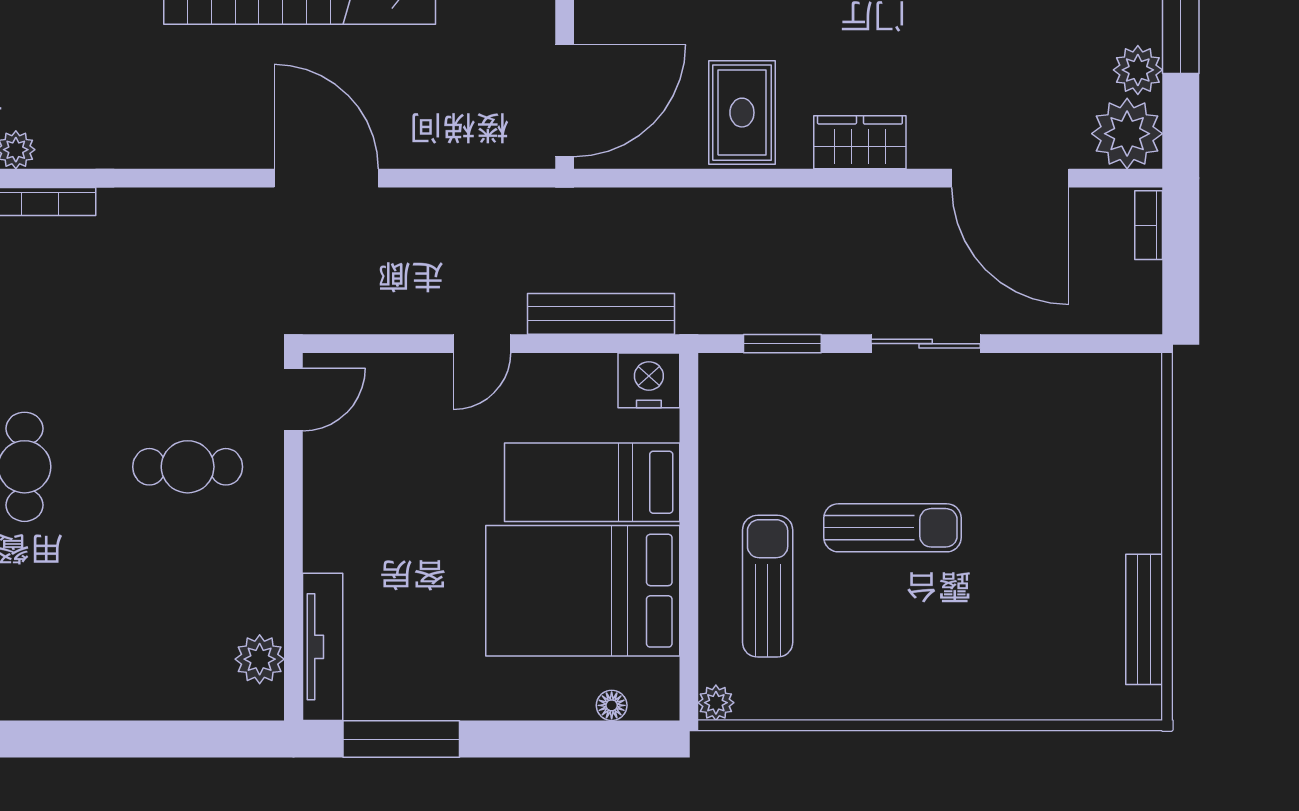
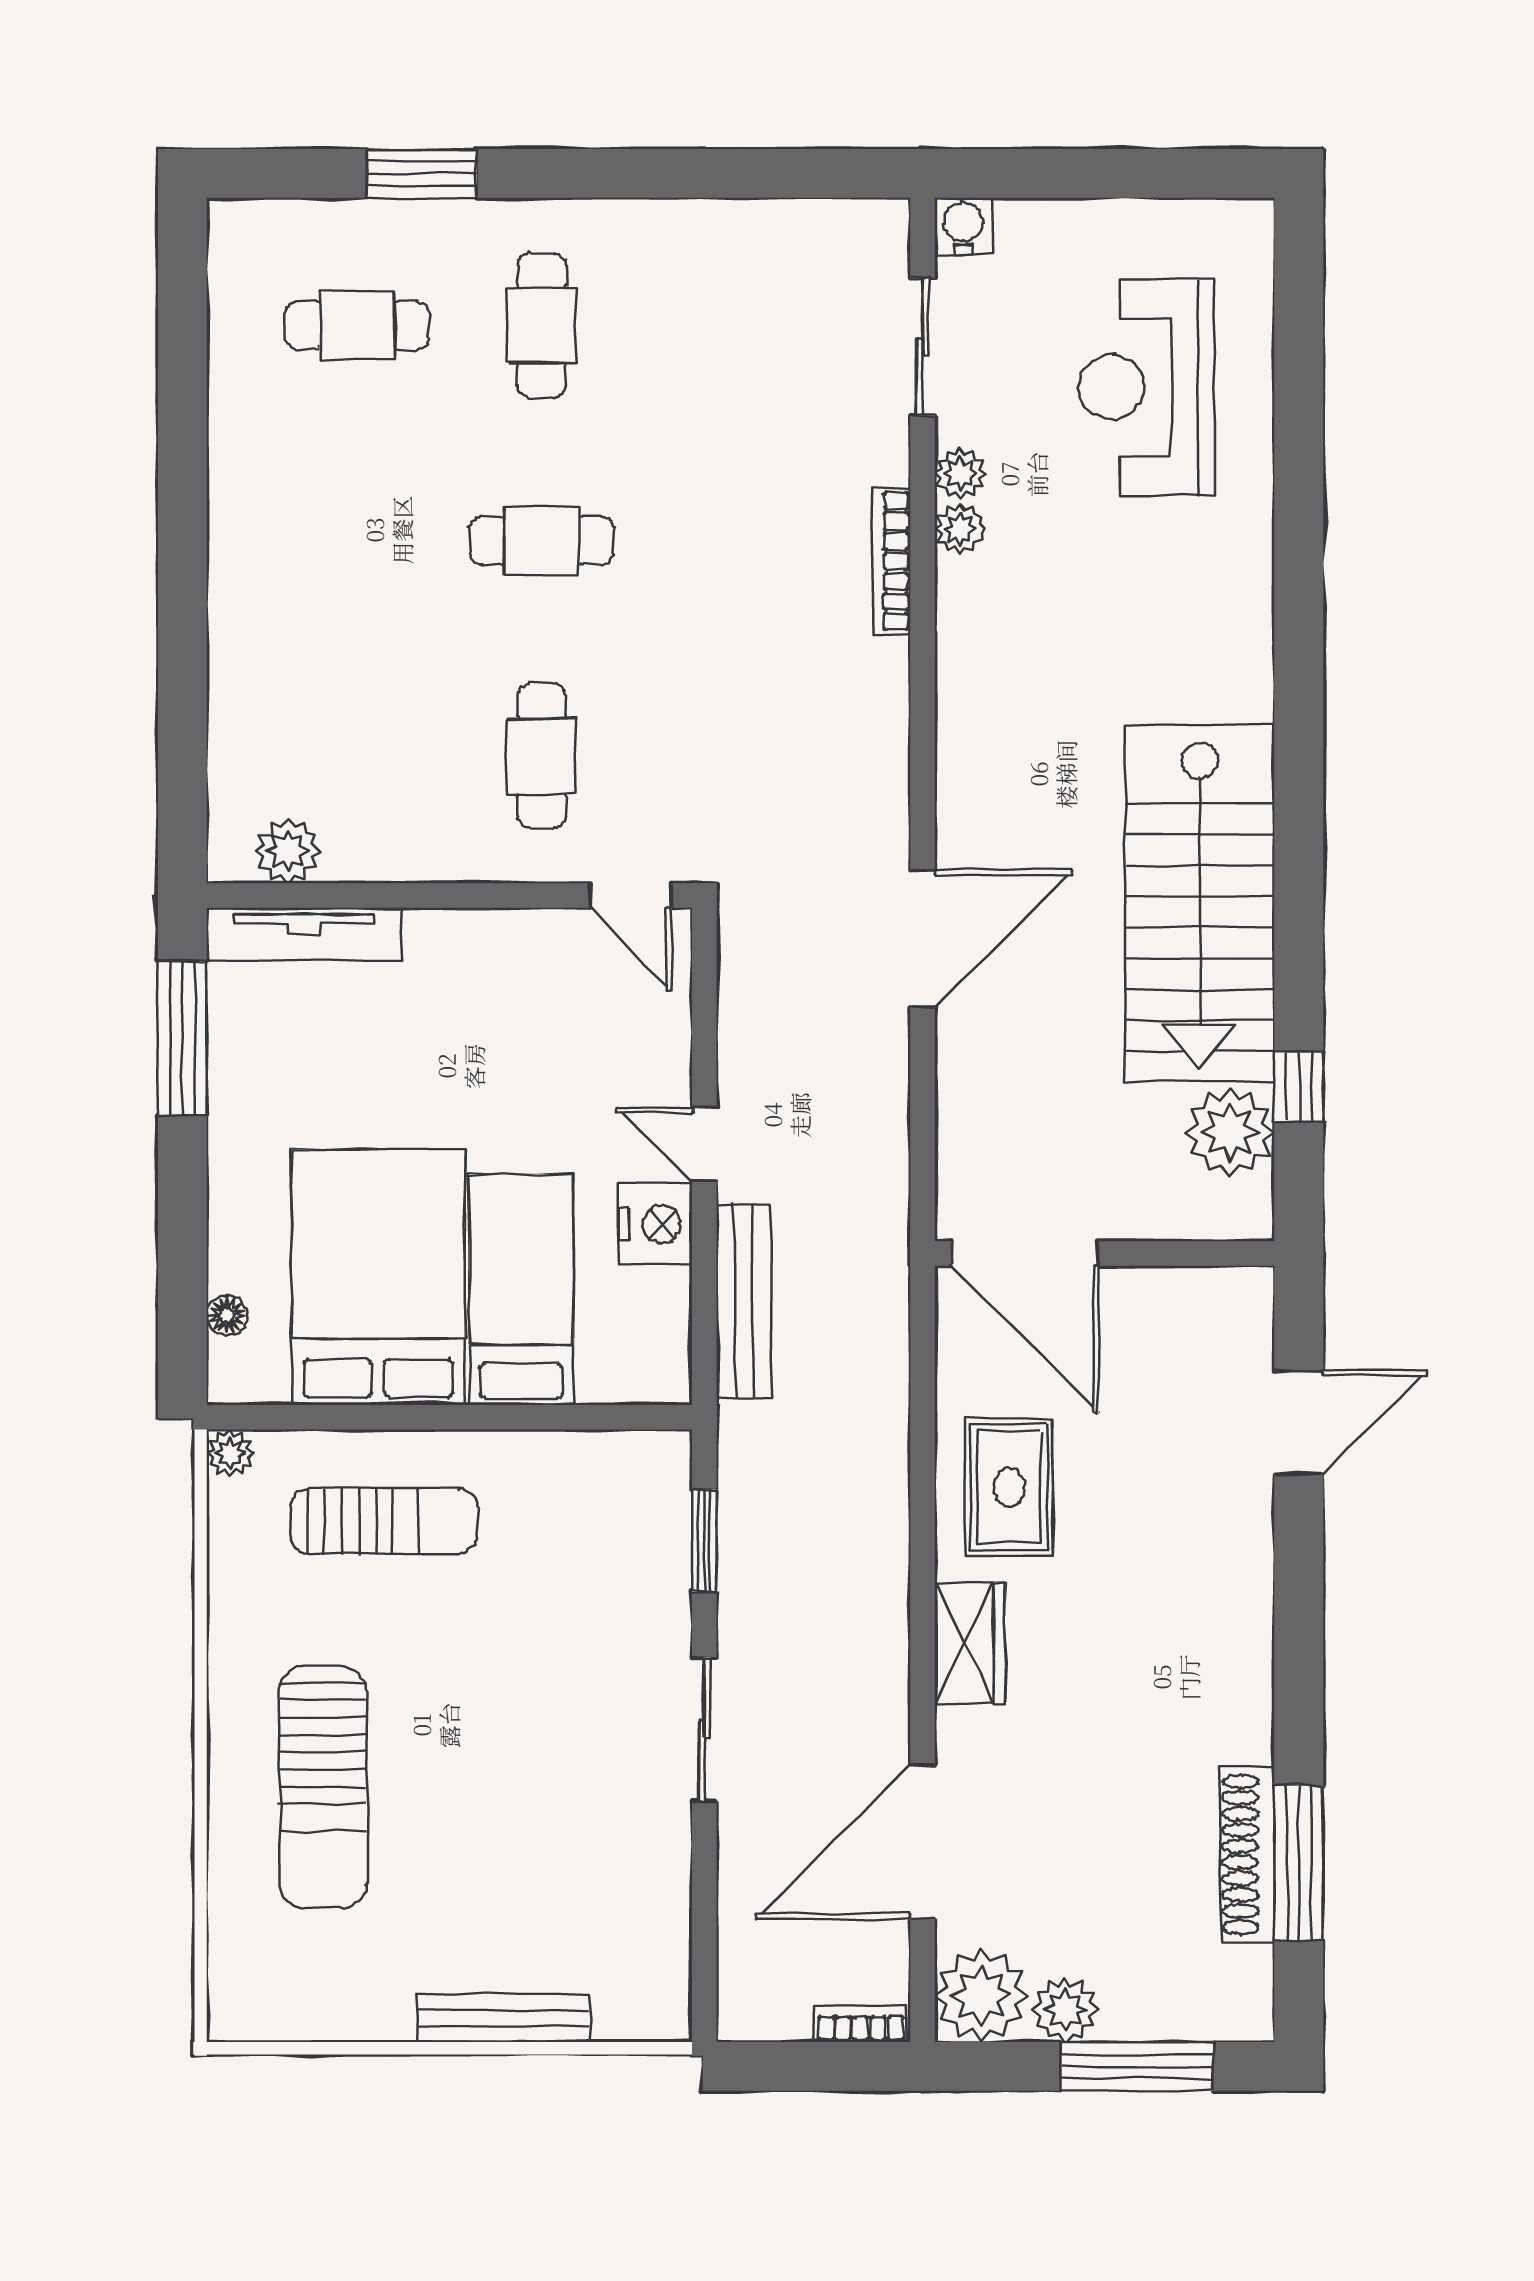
rug: (742, 113) -> (1009, 1487), turned 90
nightstand: (649, 380) -> (656, 1224), moved
sun lounger: (893, 528) -> (323, 1787), moved, width x1.36, depth x1.34
bench: (1144, 619) -> (504, 2018), moved

